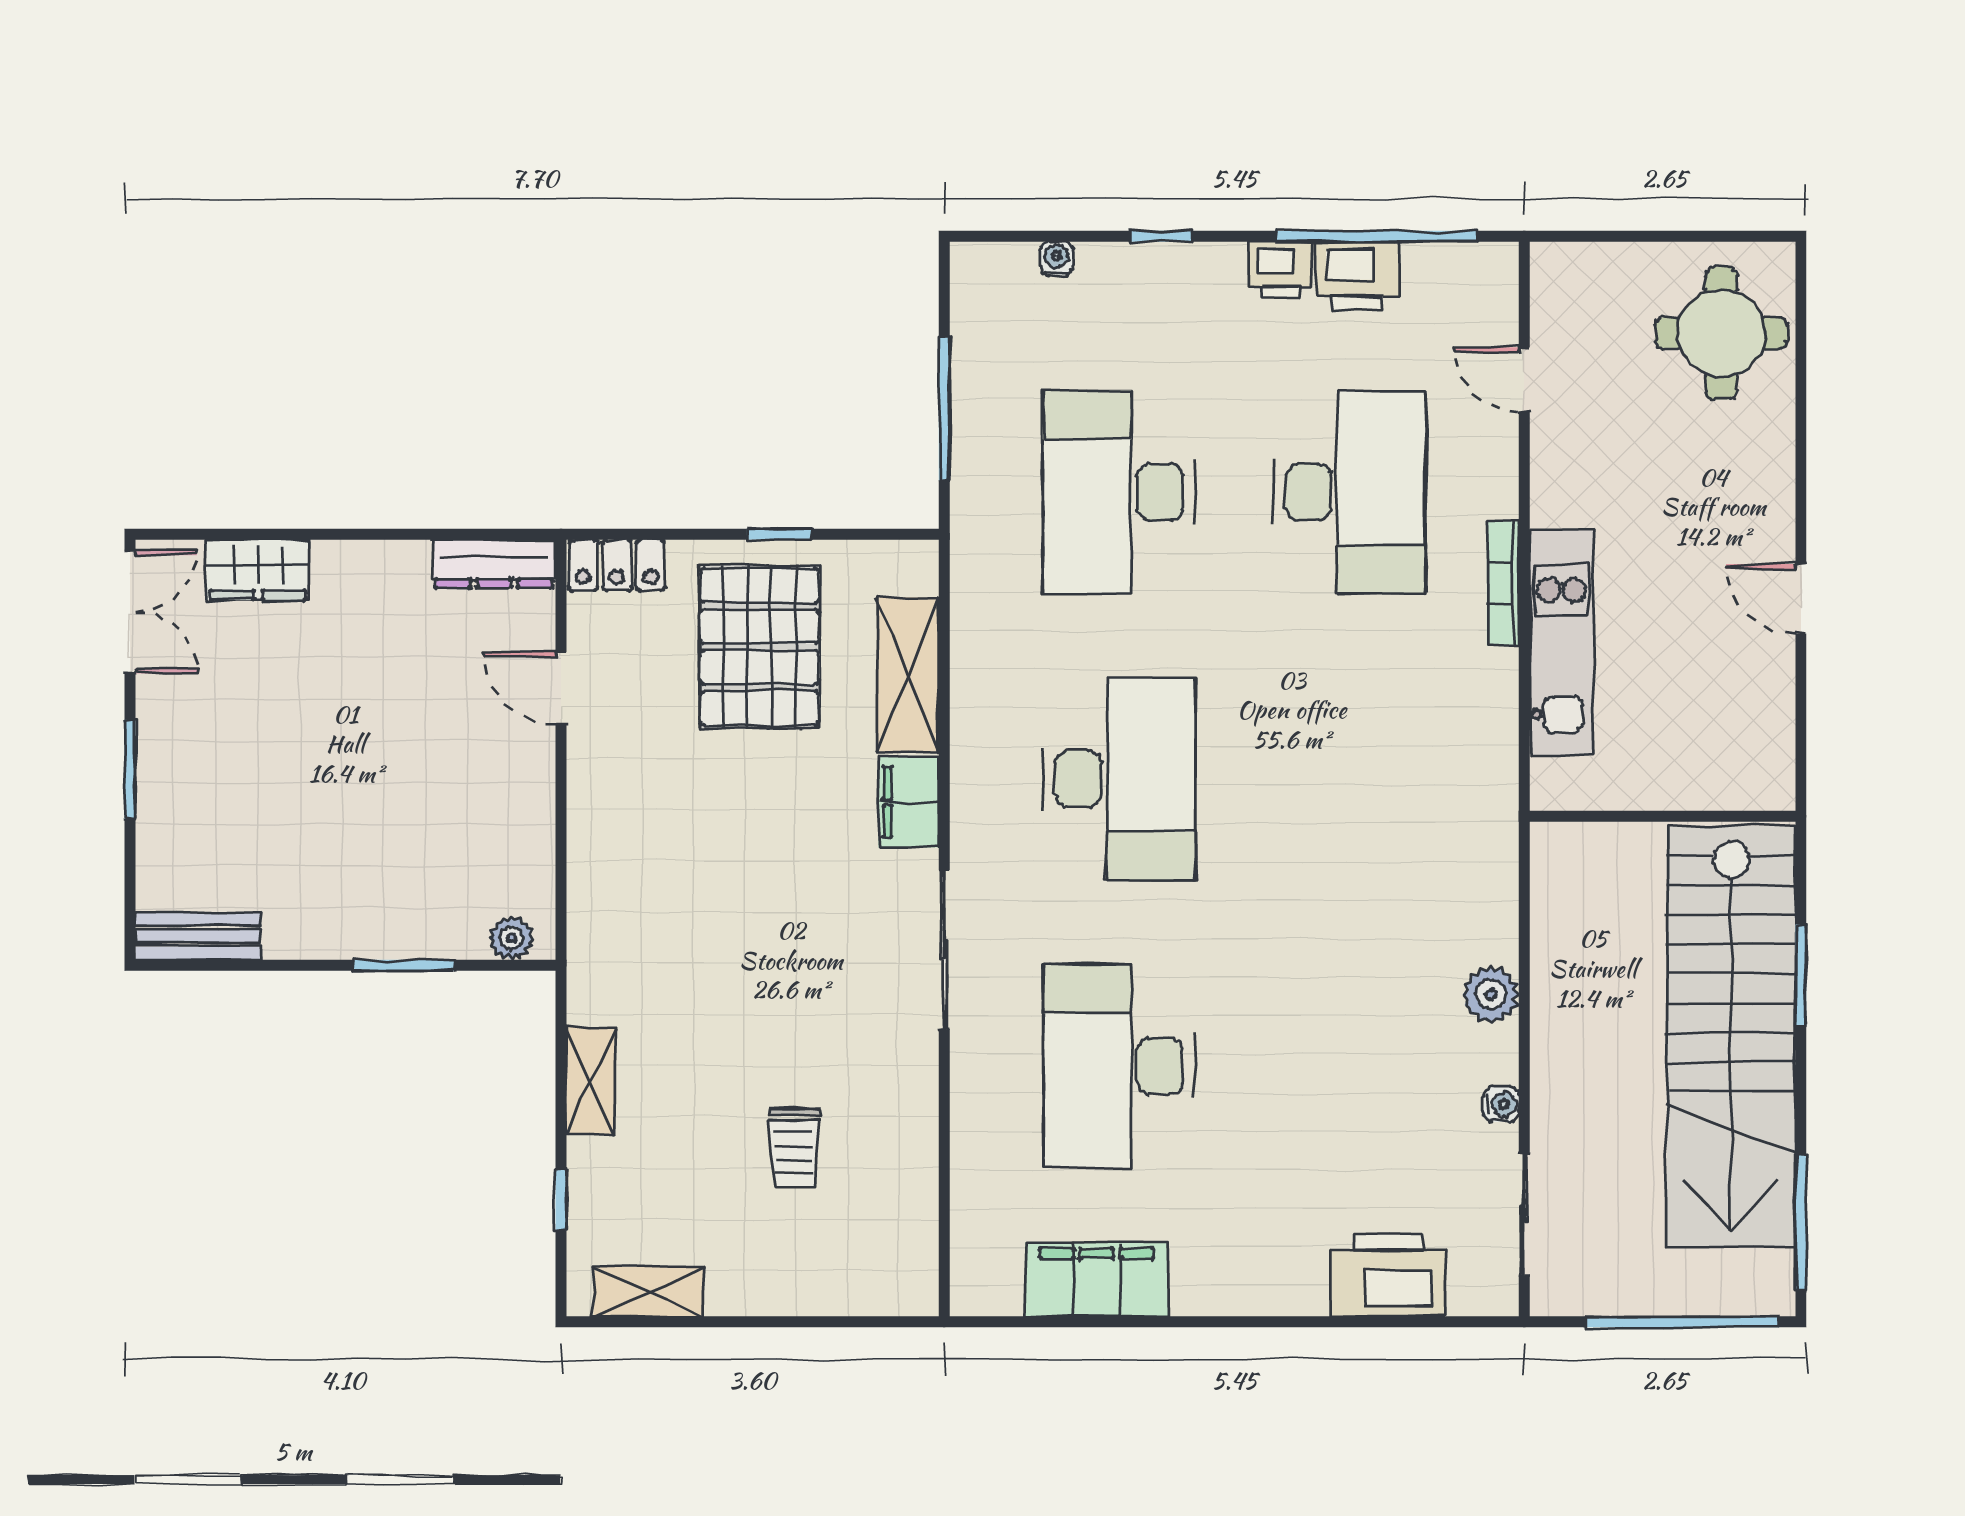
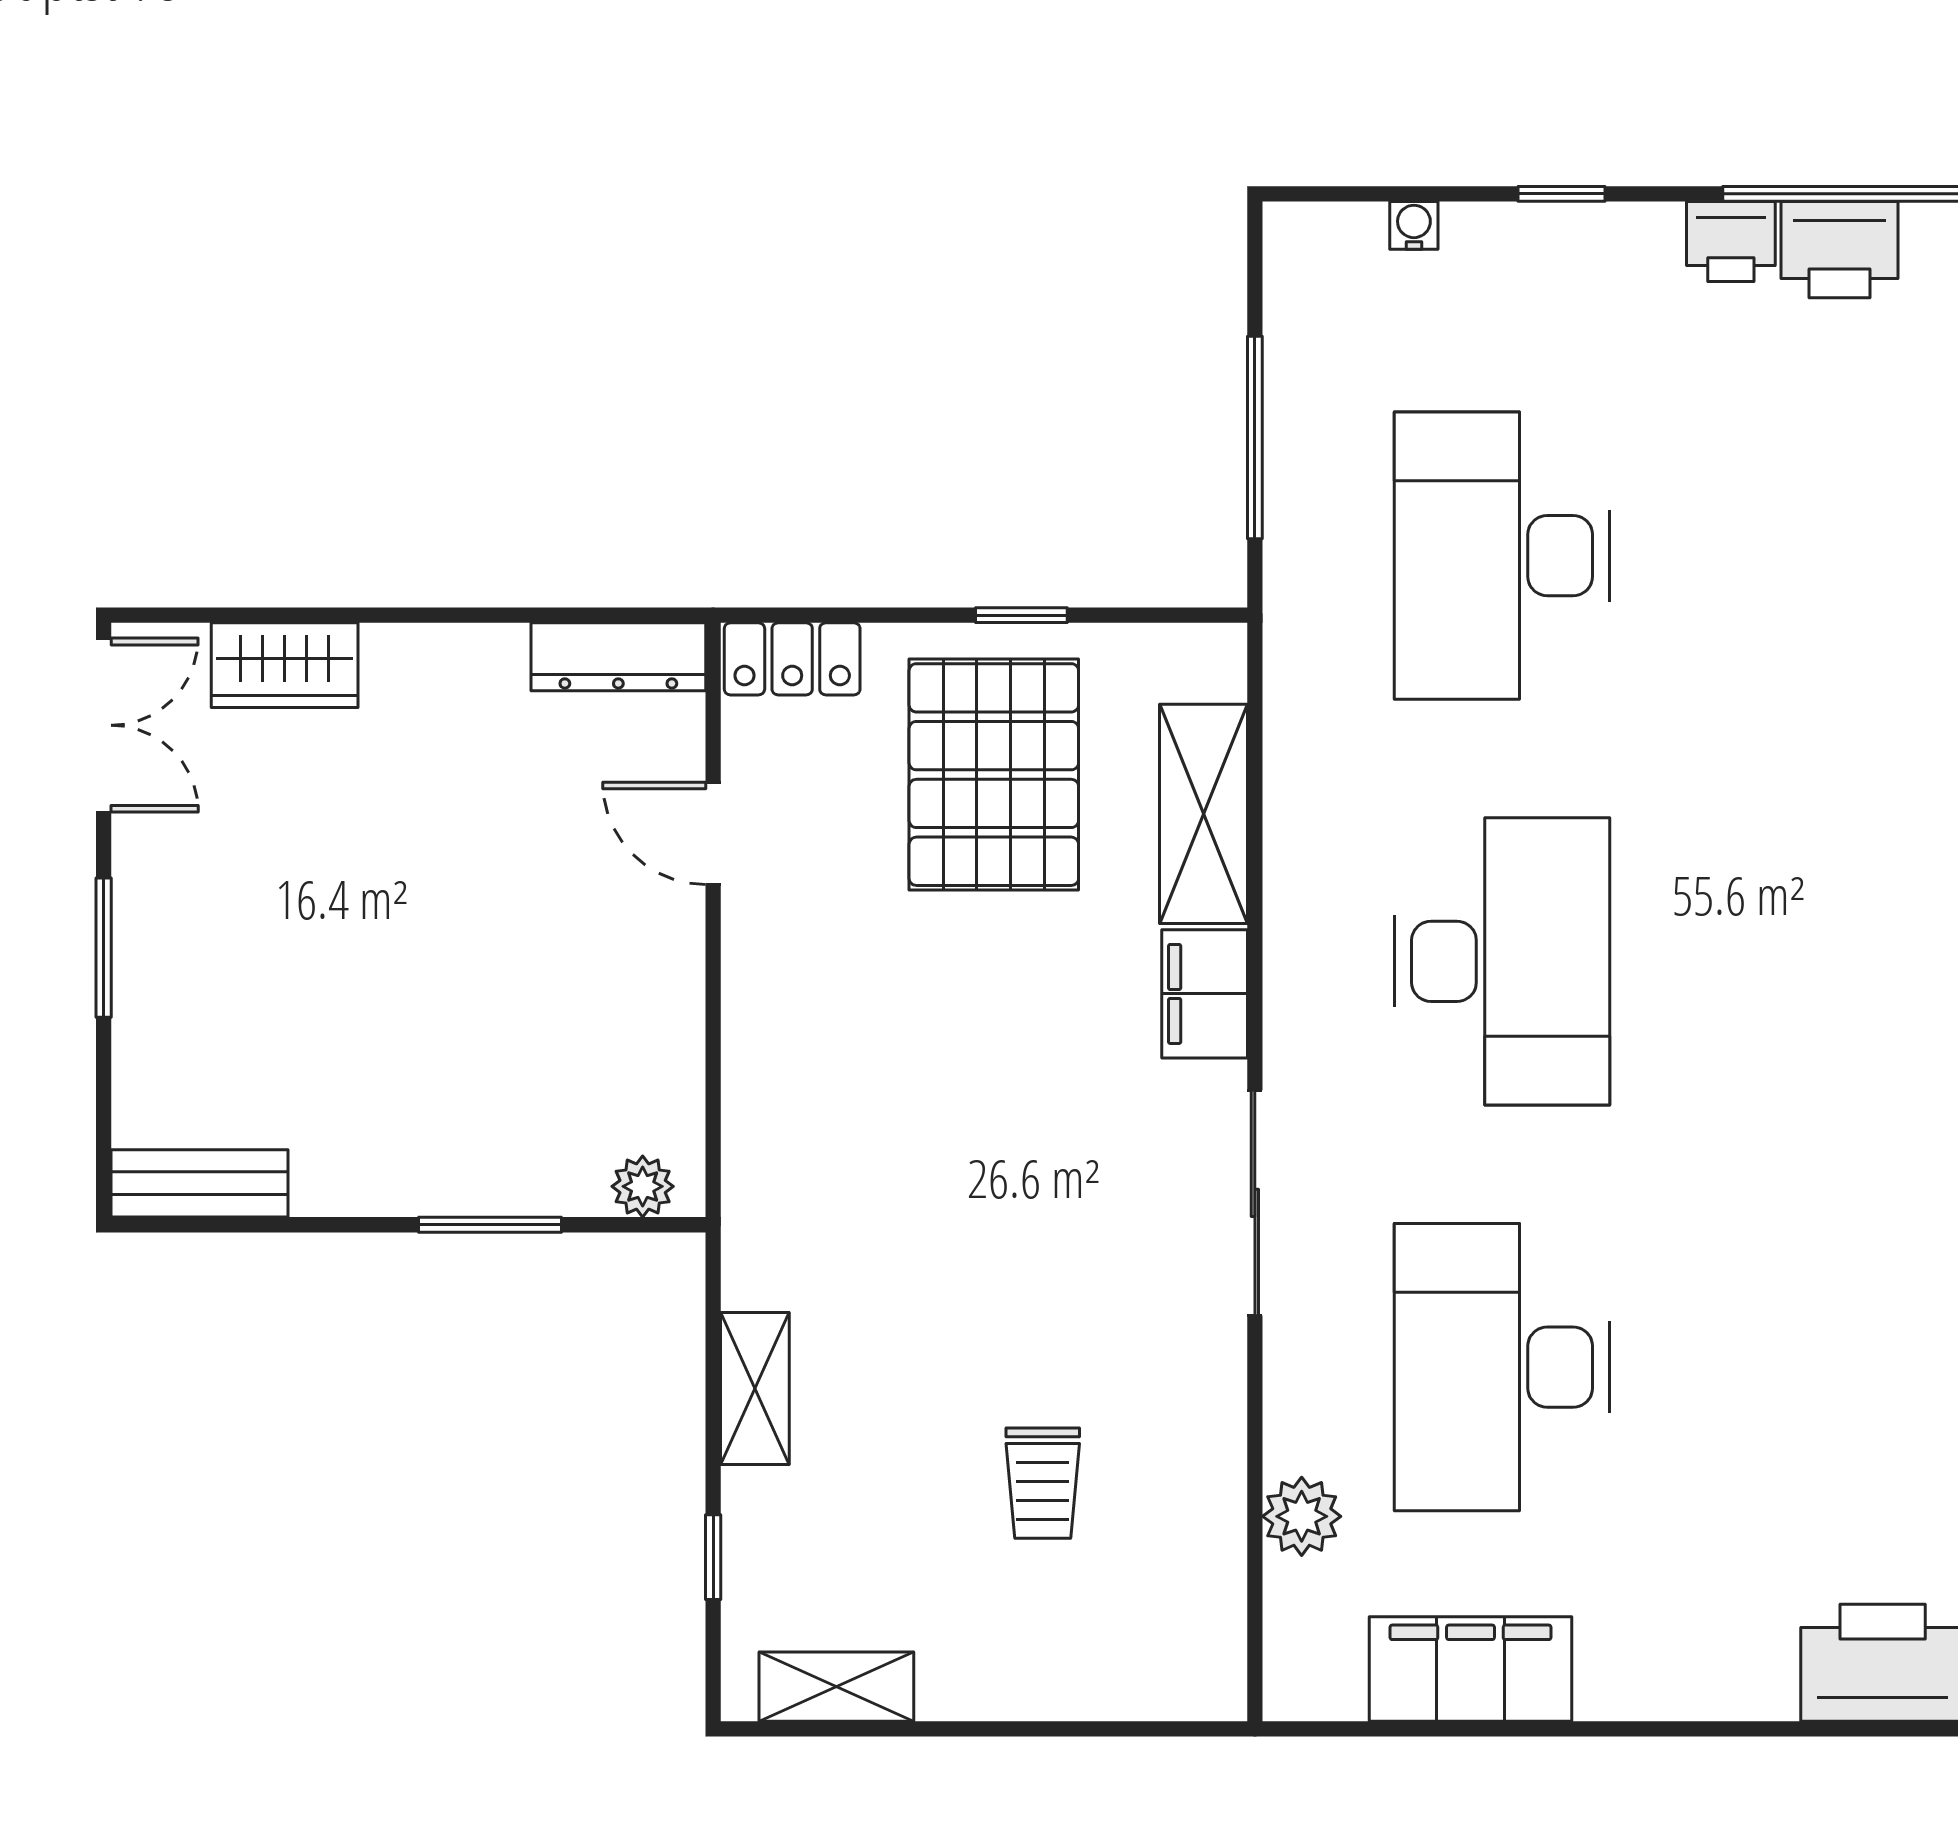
desk: (1349, 492) -> (1828, 556), removed
plant: (977, 1171) -> (1302, 1516), added

